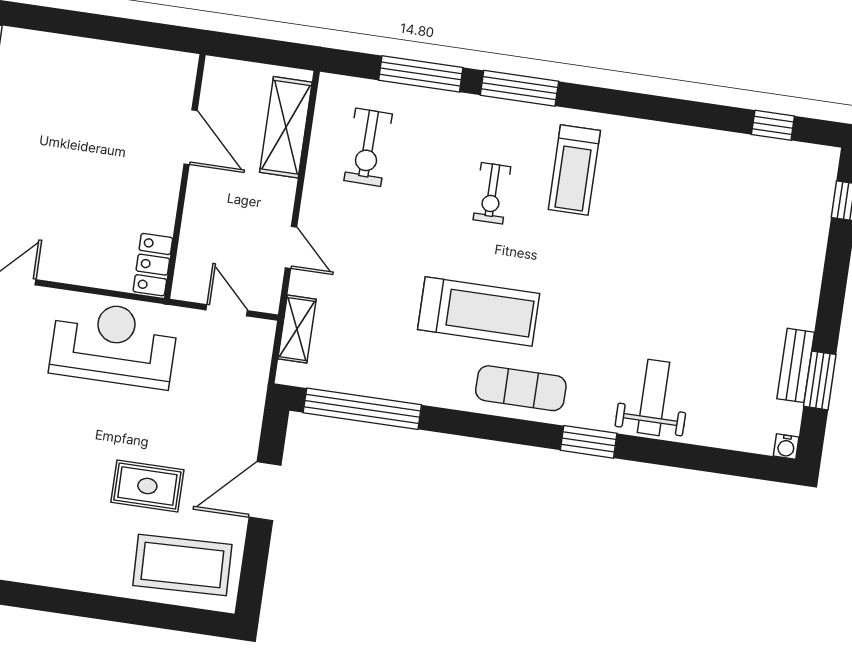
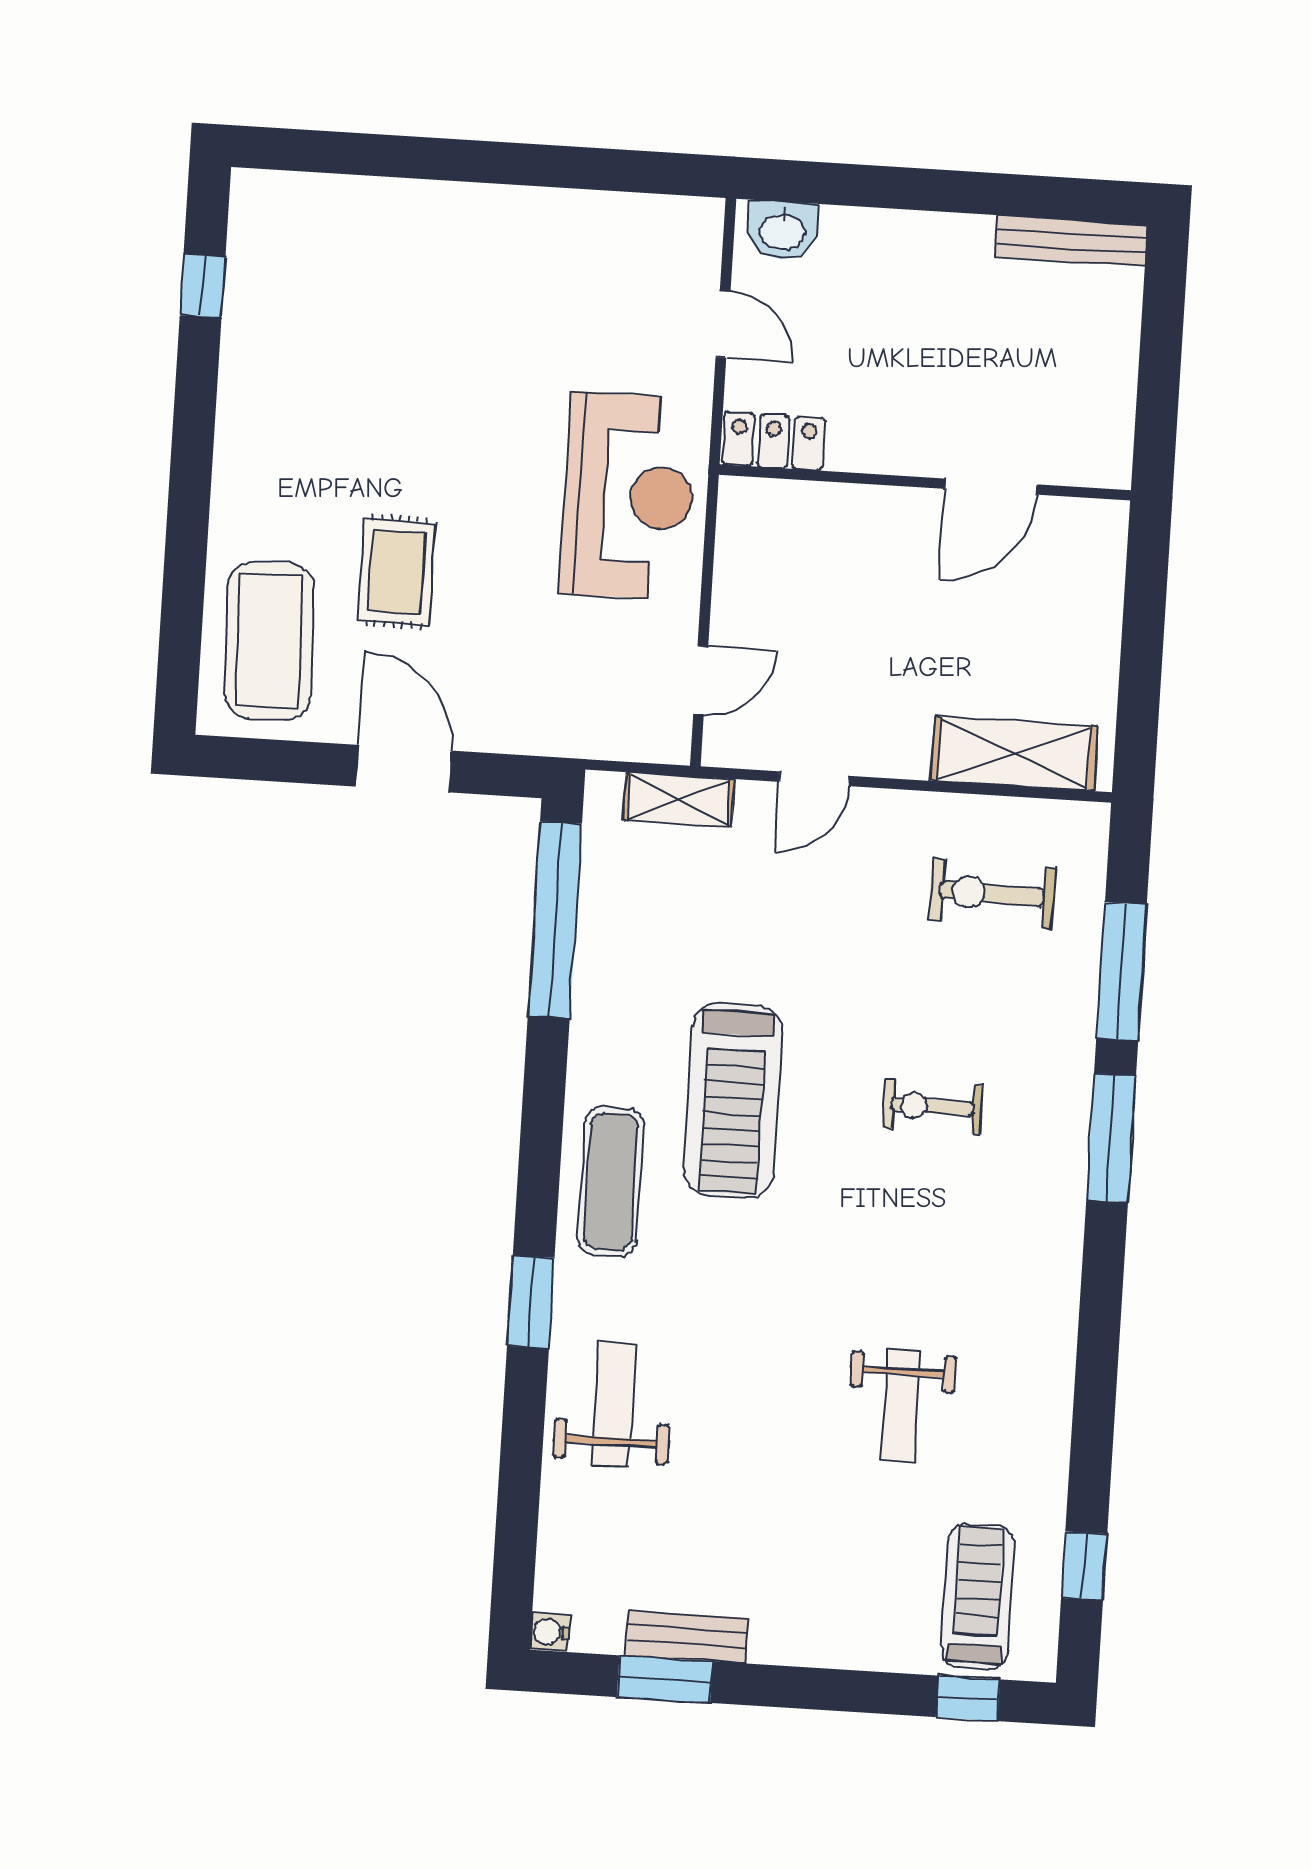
door: (191, 137) -> (991, 487), moved
treadmill: (574, 170) -> (978, 1596), moved, turned 90
wall: (185, 176) -> (925, 482), moved
weight bench: (668, 226) -> (901, 1406), added
locker: (153, 265) -> (773, 441), moved
weight bench: (653, 397) -> (614, 1404), turned -90

